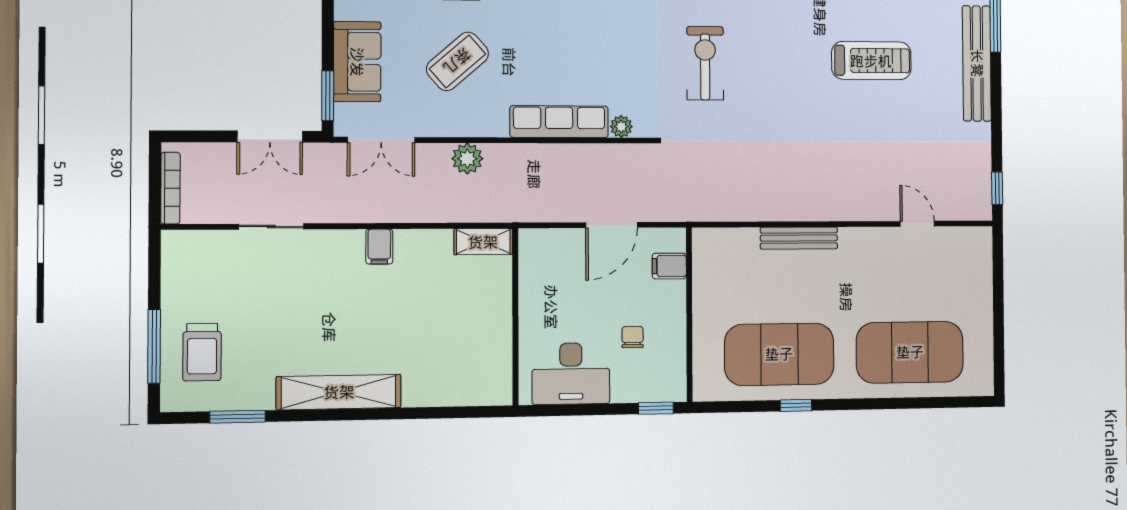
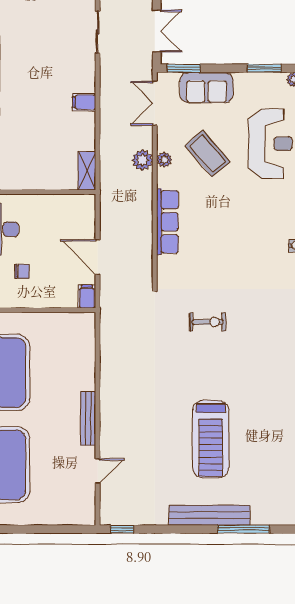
treadmill: (871, 61) -> (211, 439), width x1.37, depth x1.38
exercise bike: (705, 63) -> (208, 322), width x0.73, depth x0.72
plant: (621, 127) -> (164, 160), moved
double door: (270, 137) -> (157, 31), swing flipped
bench: (799, 238) -> (88, 418), moved
filing cabinet: (669, 266) -> (87, 297), moved

